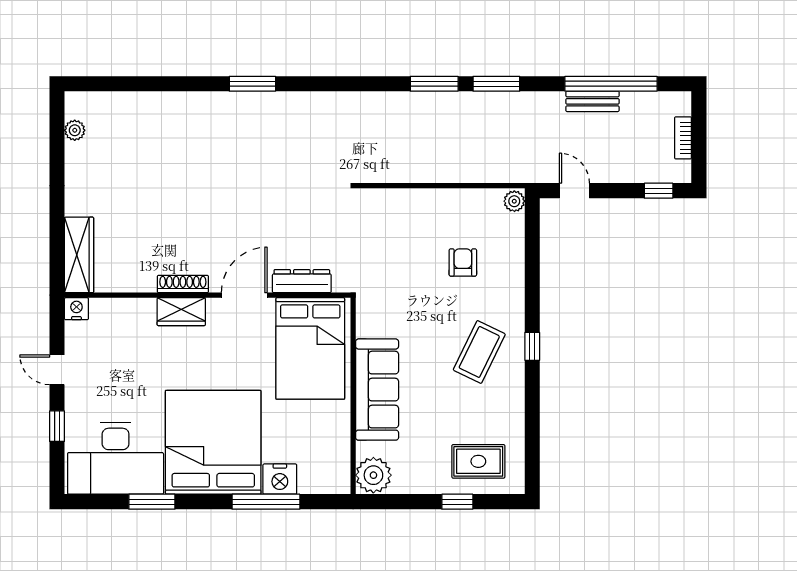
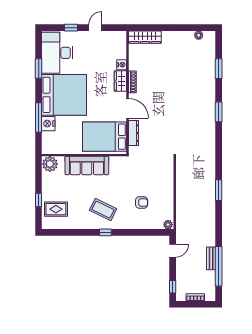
window: (496, 84) -> (219, 69), moved
nightstand: (76, 309) -> (122, 65), moved
rug: (478, 461) -> (56, 209), turned 90

